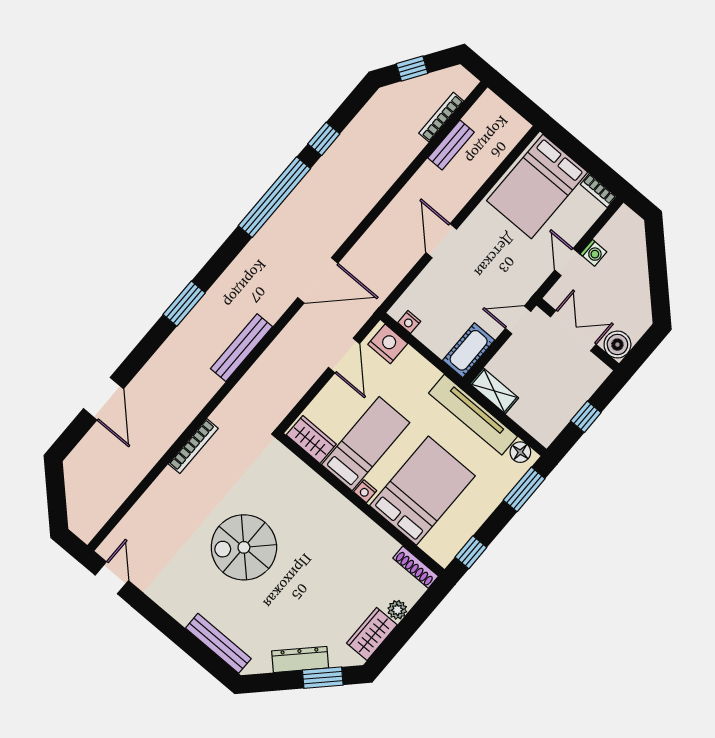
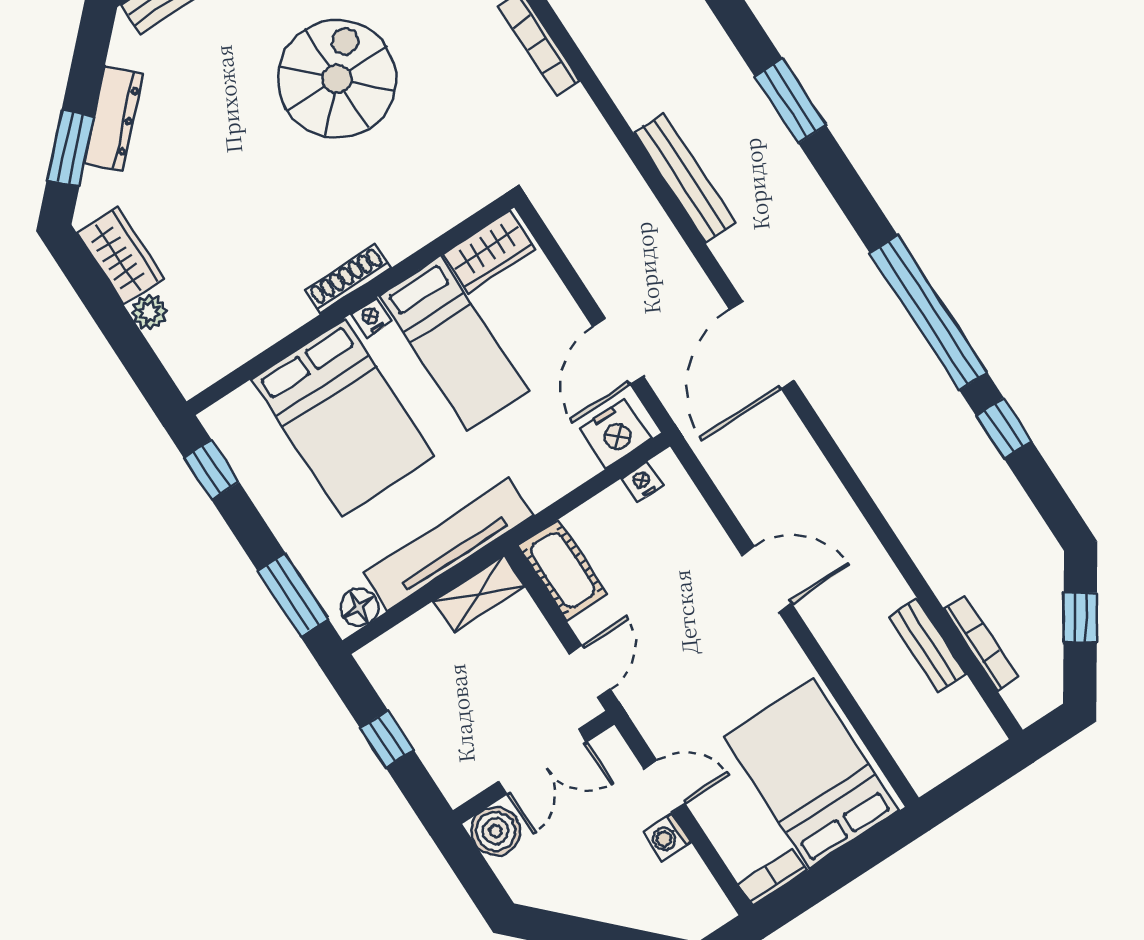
door: (344, 356) -> (618, 351), hinge flipped
shoe rack: (416, 567) -> (348, 279), moved

